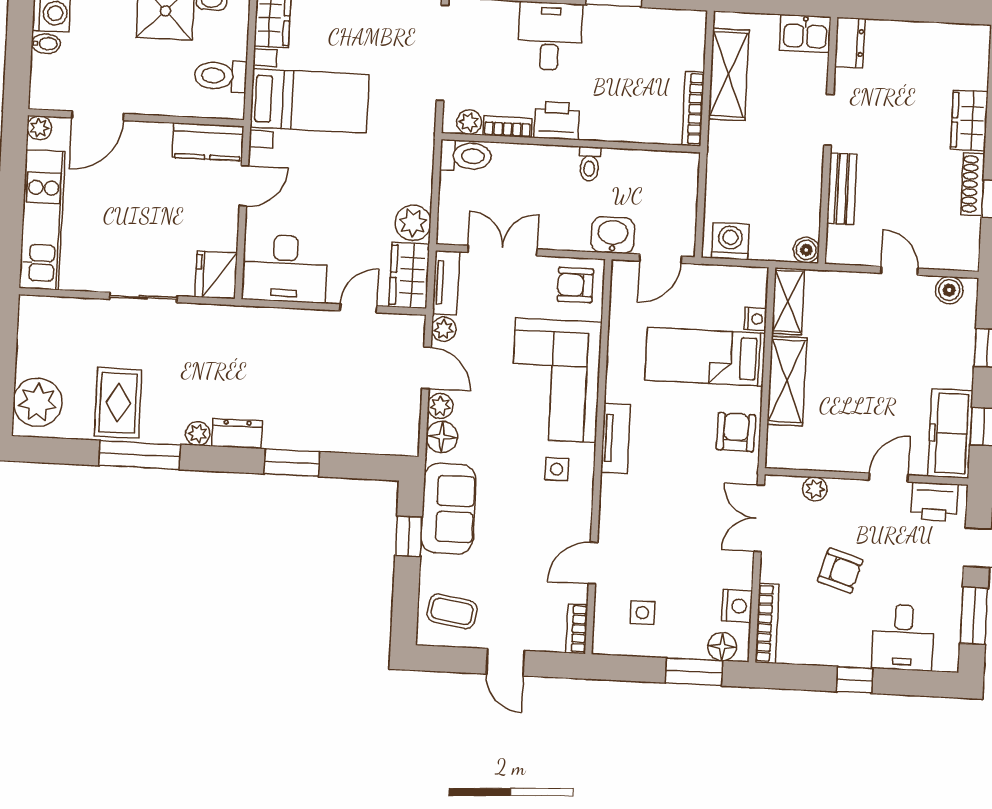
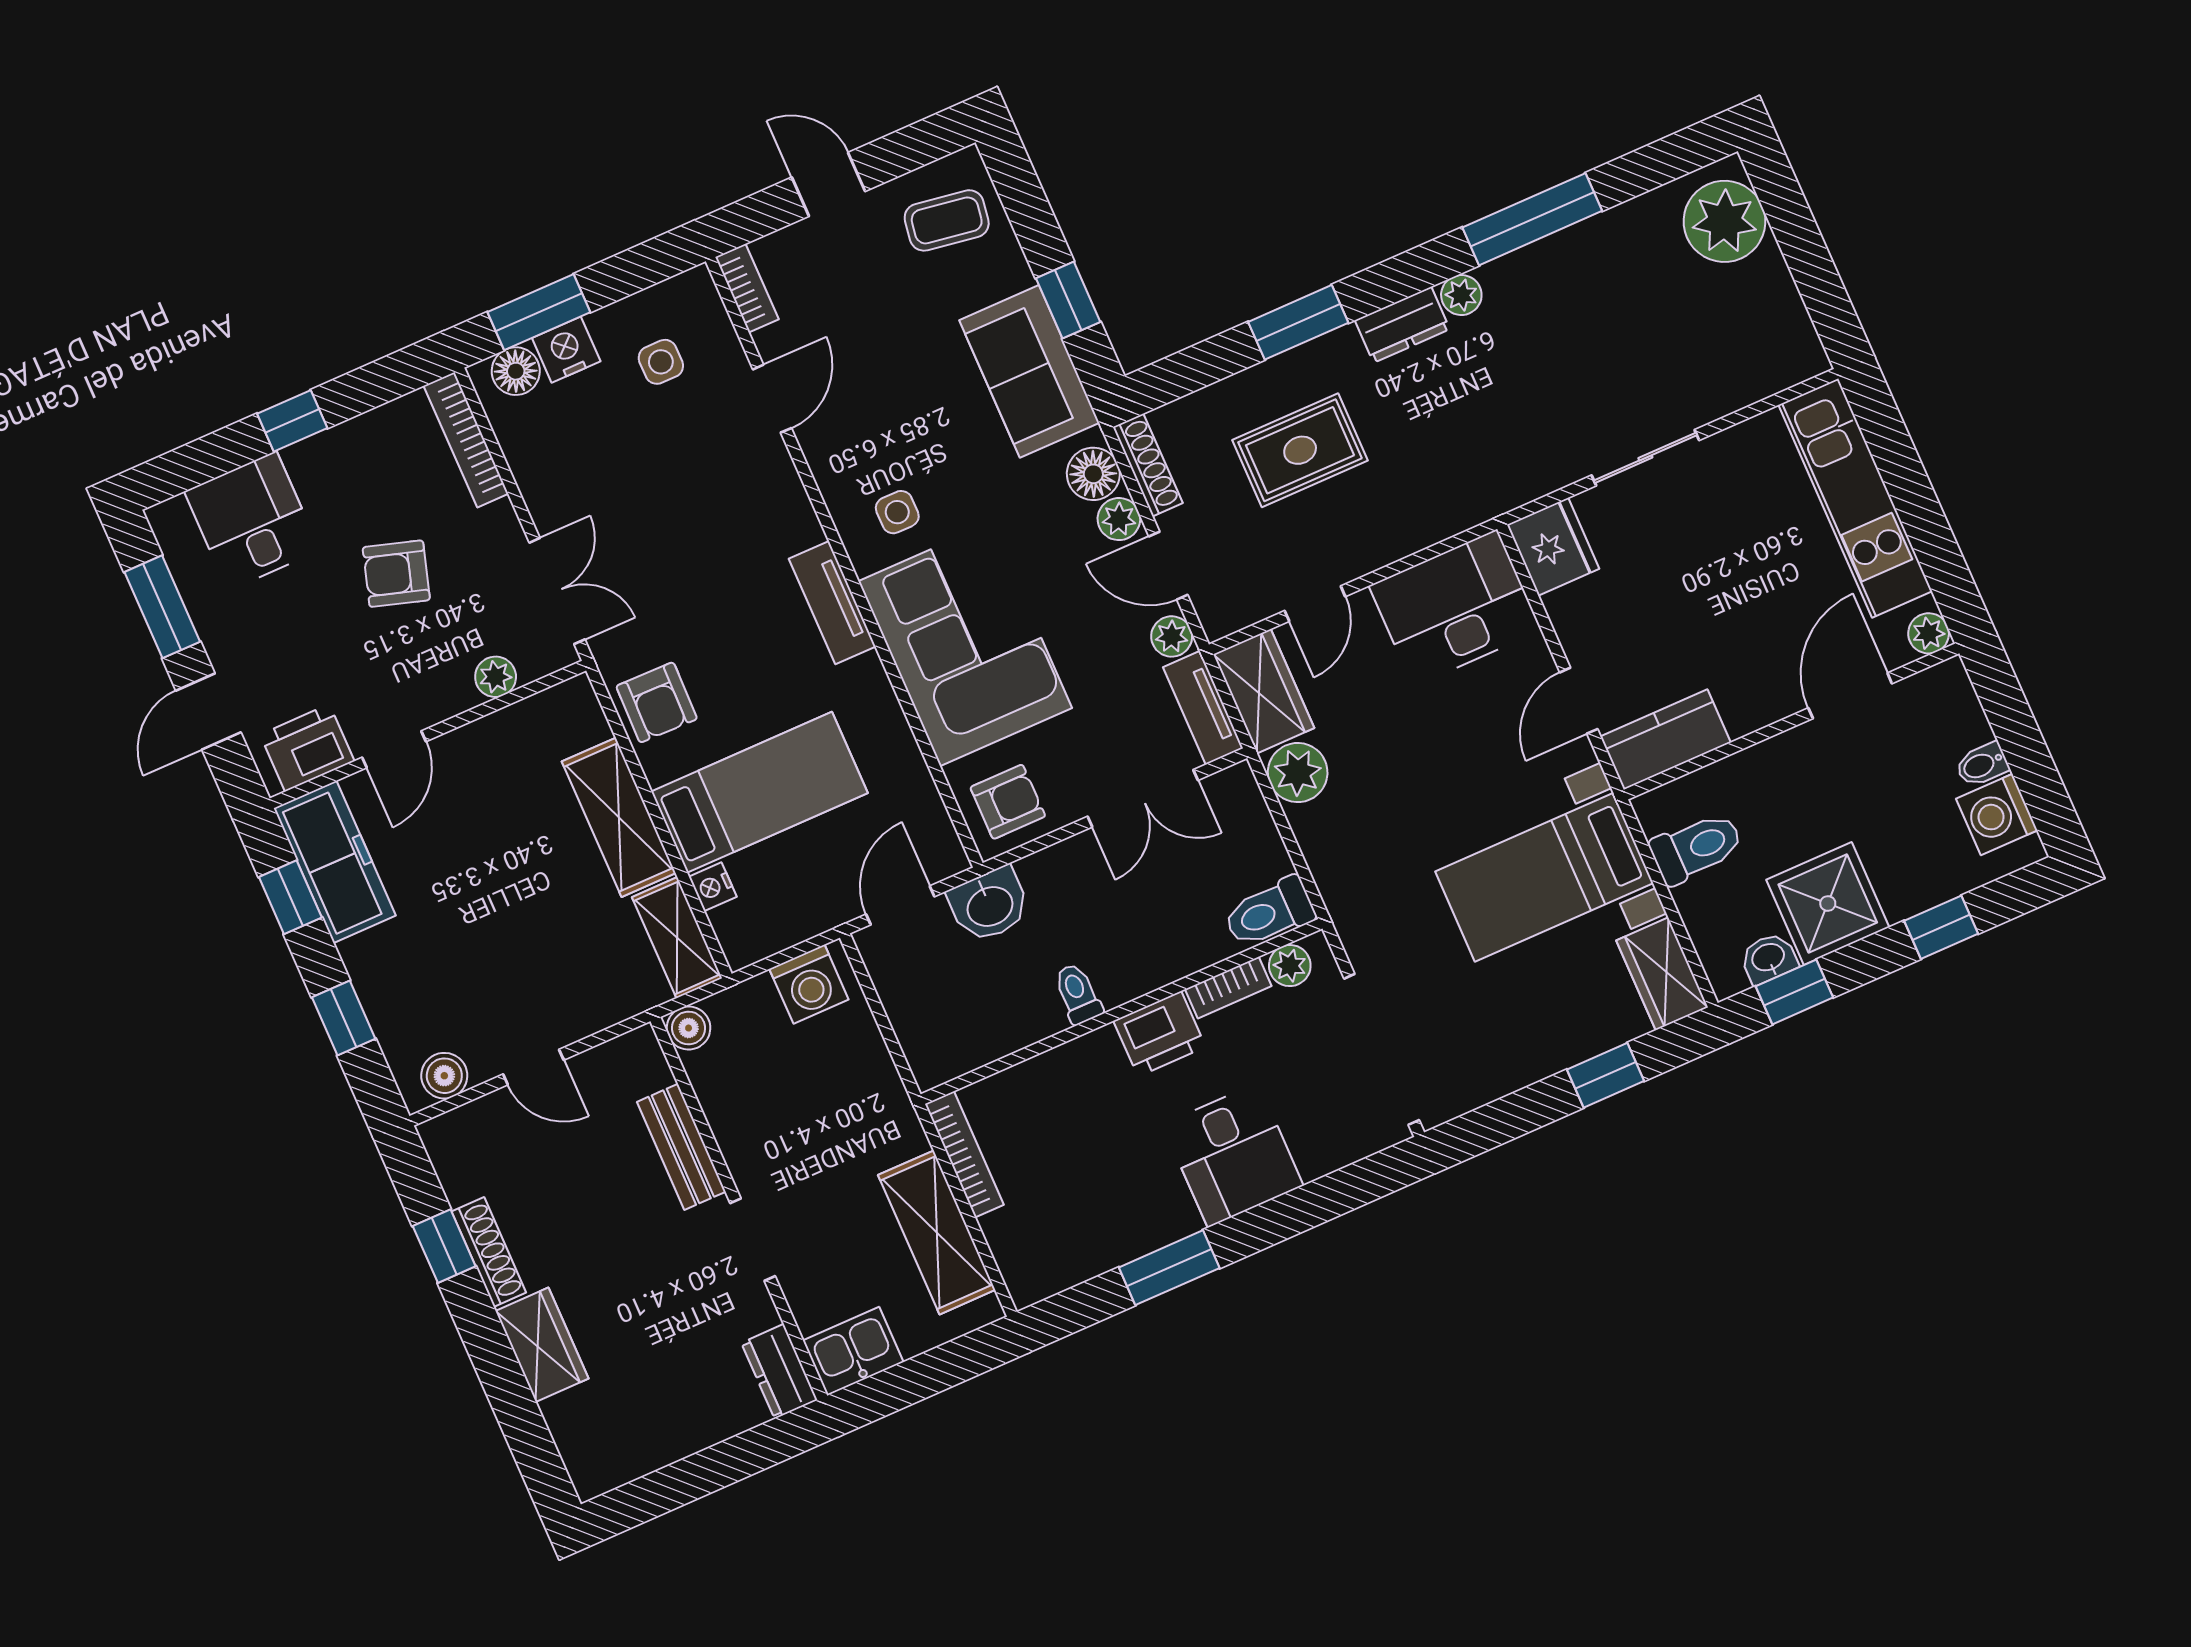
rug: (118, 403) -> (1300, 450), moved, turned 90
shoe rack: (410, 427) -> (1148, 465), added
nightstand: (737, 606) -> (566, 350), moved, turned 90

